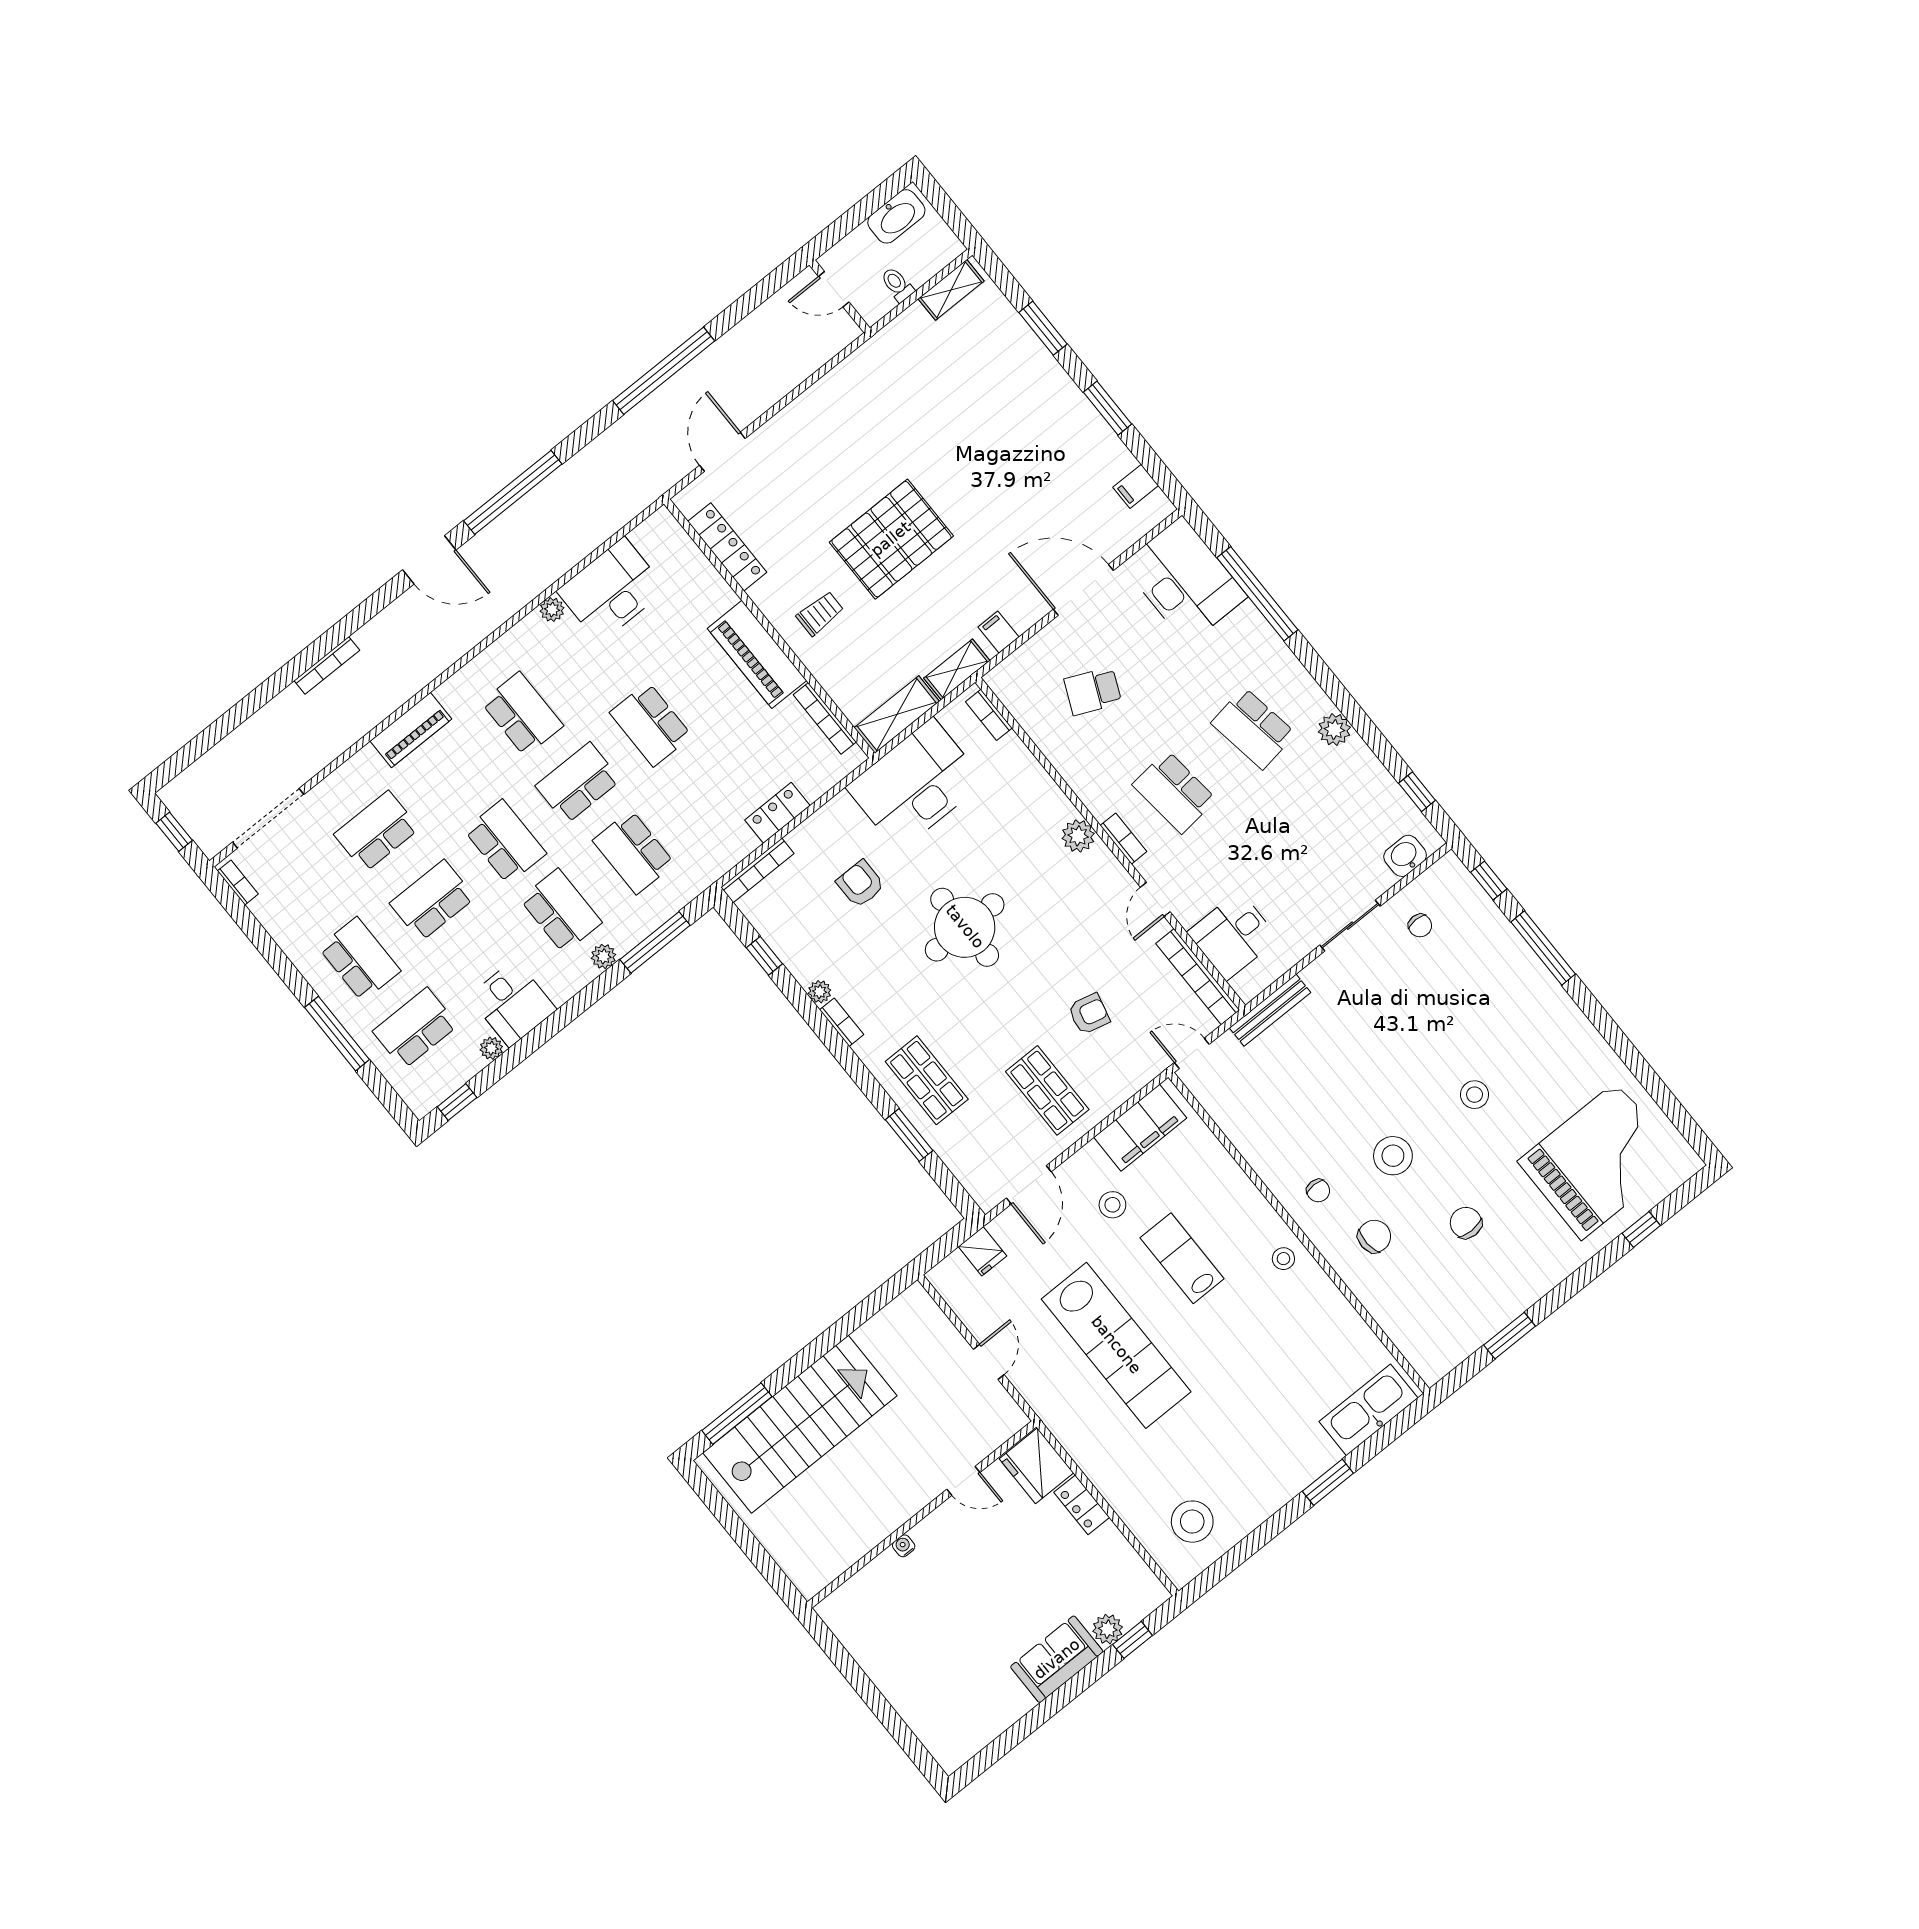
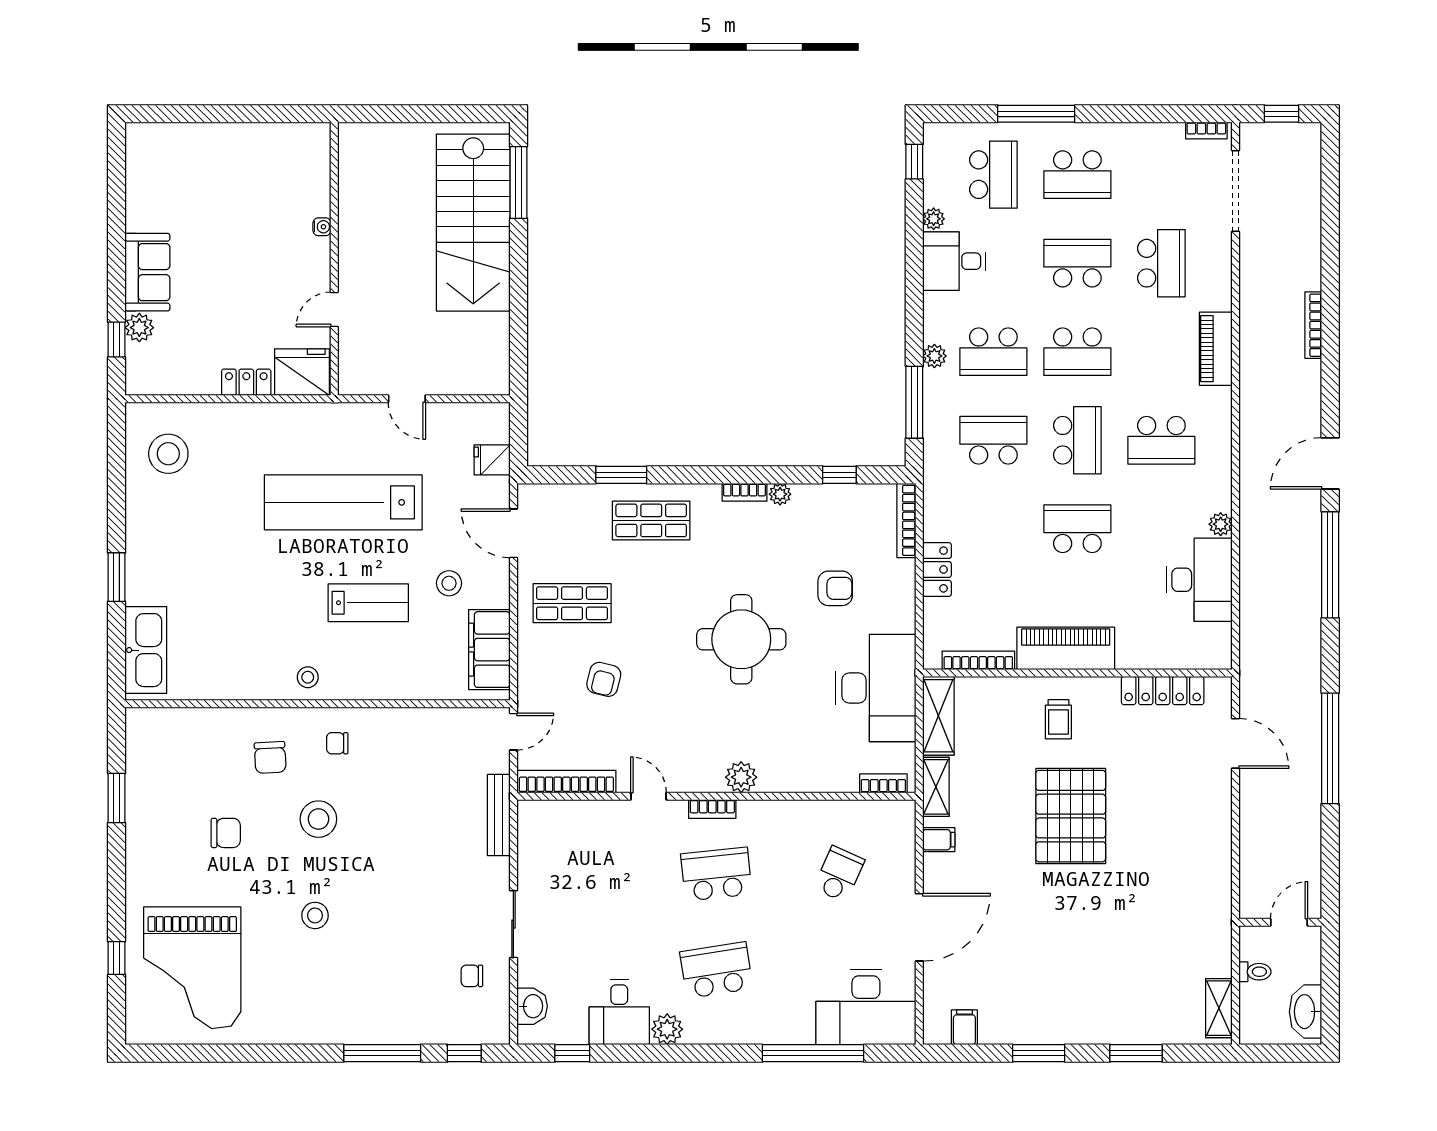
school desk: (432, 900) -> (1077, 263), turned -90
desk: (1233, 935) -> (619, 1012), moved, turned 180

